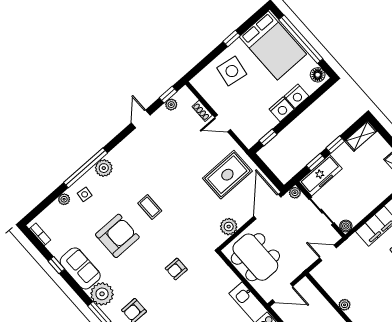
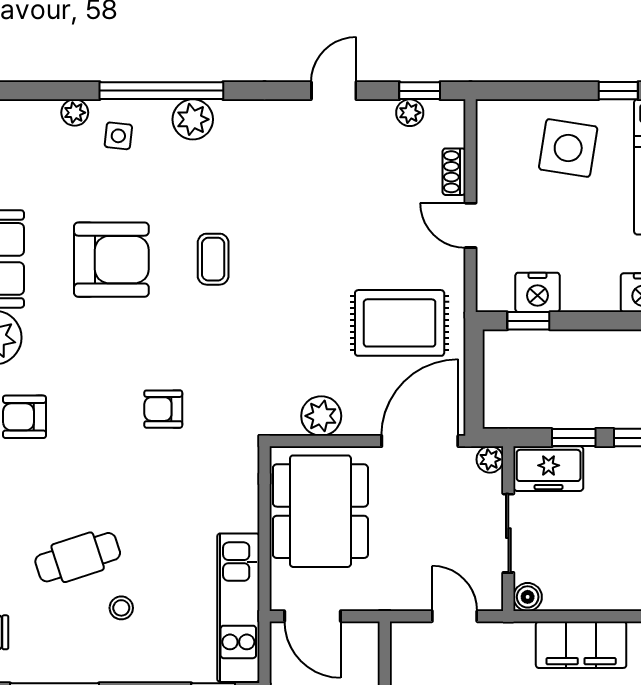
nightstand: (282, 109) -> (538, 292), moved
freezer: (321, 175) -> (549, 469), width x0.71

